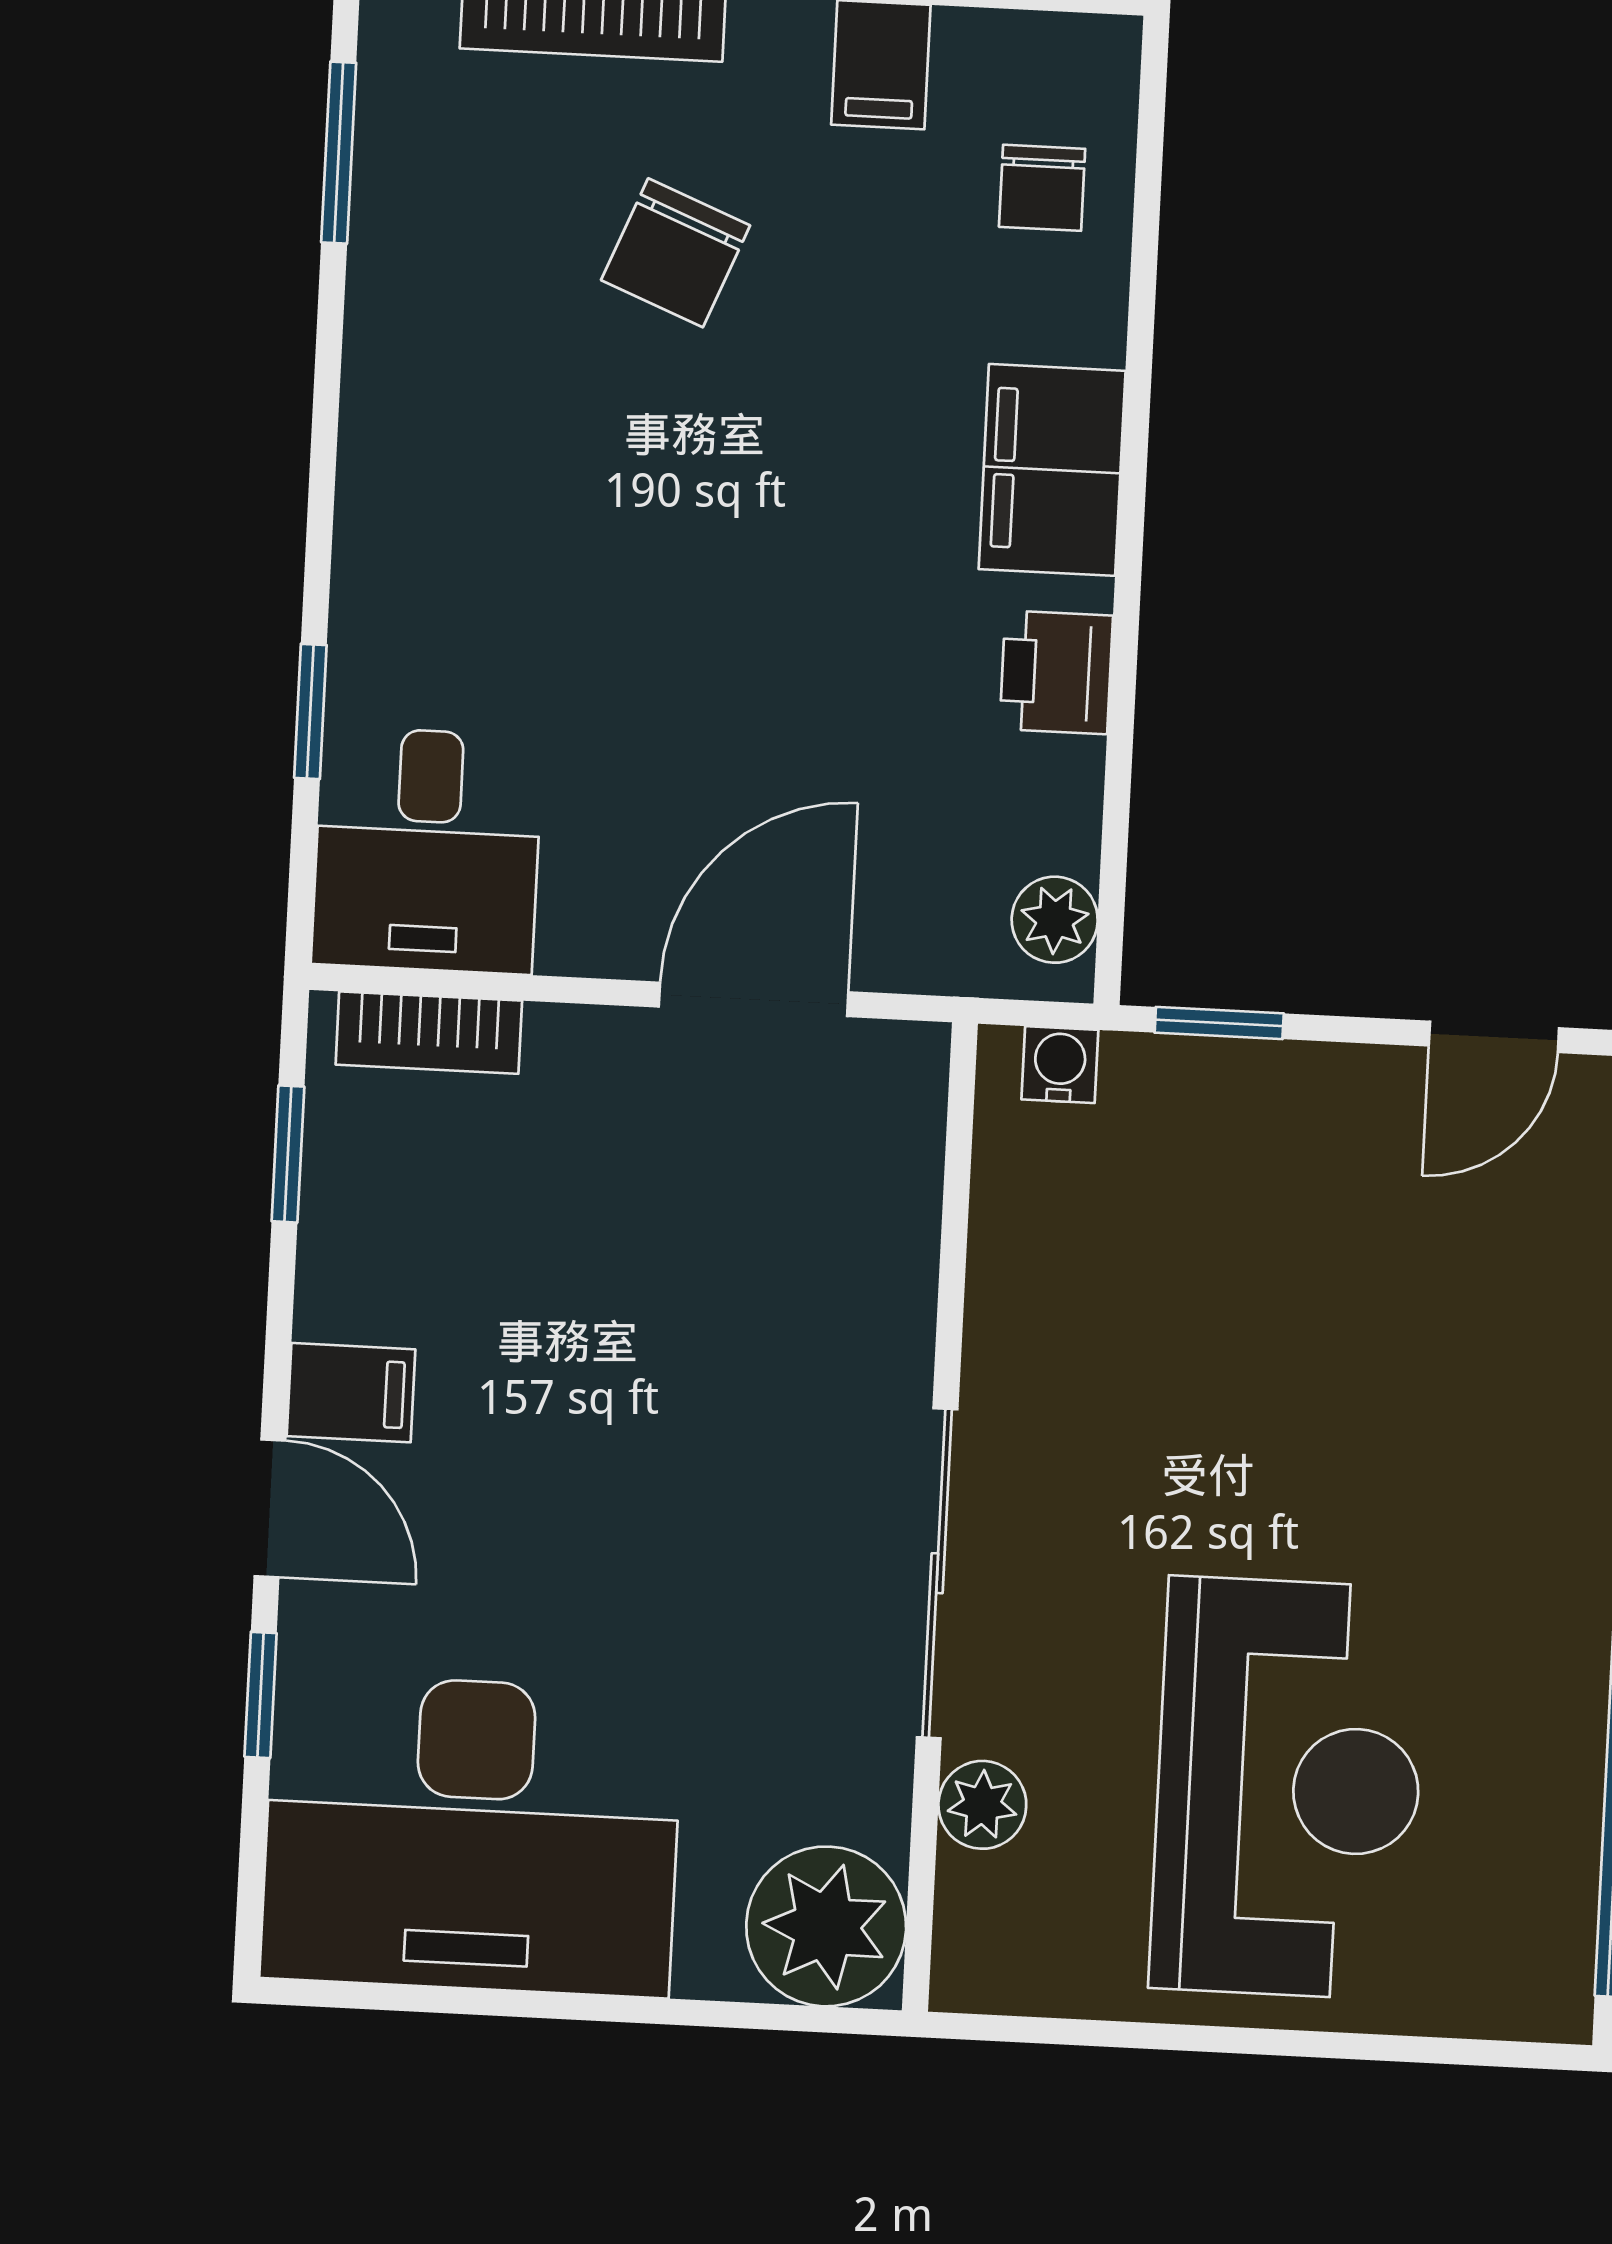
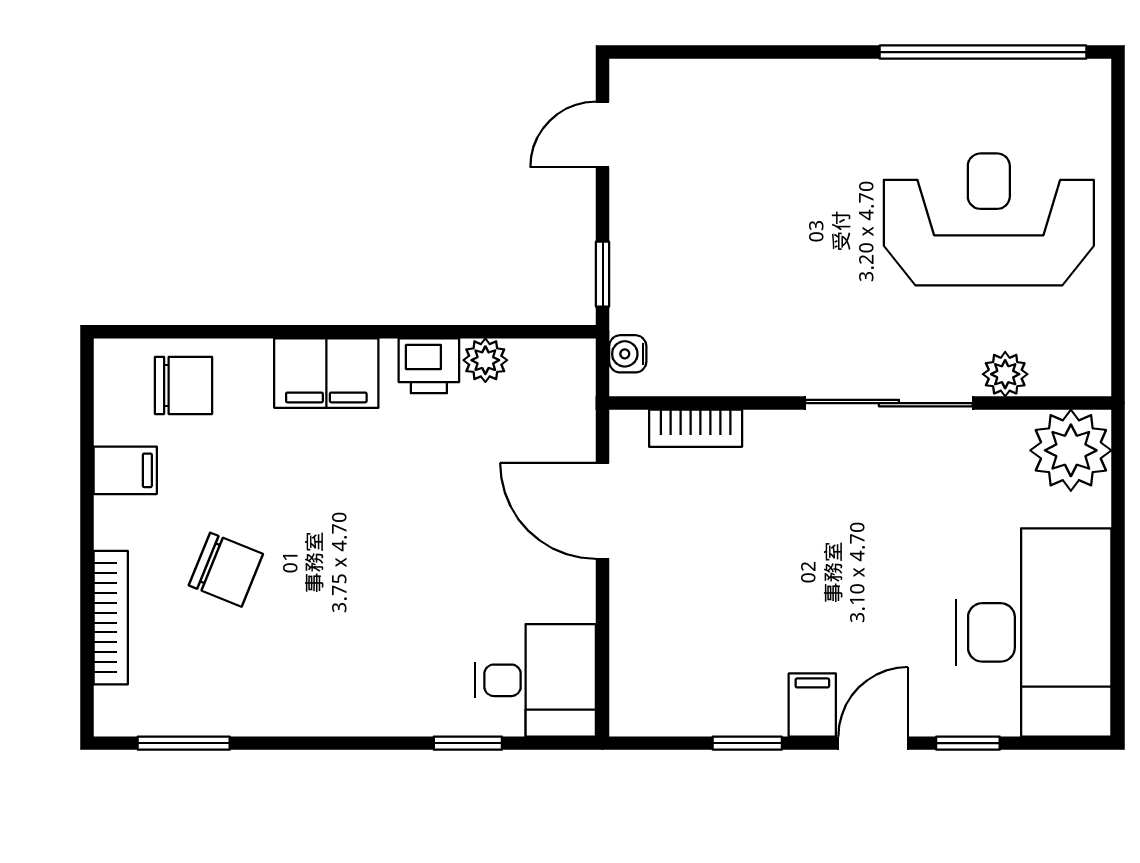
chair: (1042, 188) -> (183, 385), width x1.37, depth x1.37
plant: (1055, 920) -> (485, 360), moved
bookcase: (429, 1033) -> (696, 428), moved, turned 90
door: (1494, 1037) -> (603, 134), swing flipped
window: (288, 1154) -> (747, 743), moved

